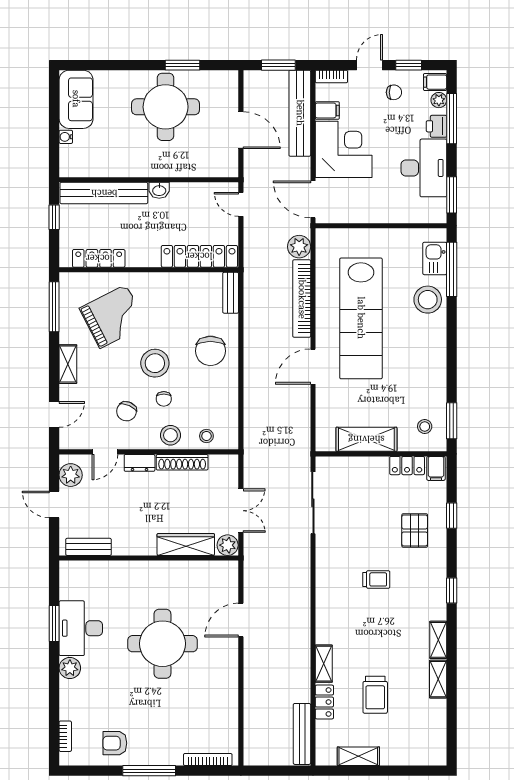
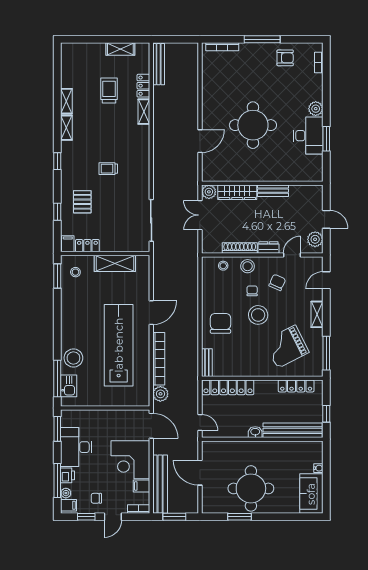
bench: (88, 547) -> (273, 191), moved

